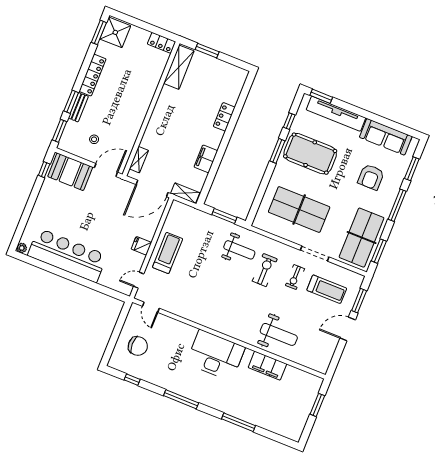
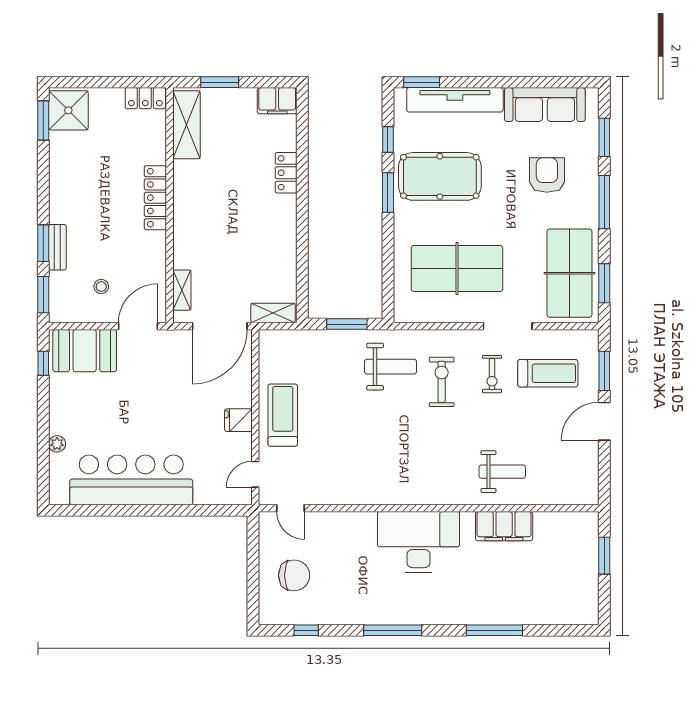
locker: (93, 75) -> (155, 198), moved, turned 180
filing cabinet: (206, 159) -> (277, 101), moved, turned -90
armchair: (371, 177) -> (547, 175), turned 180
plant: (22, 248) -> (57, 444), moved
weight bench: (279, 334) -> (502, 472), width x0.73, depth x0.75

